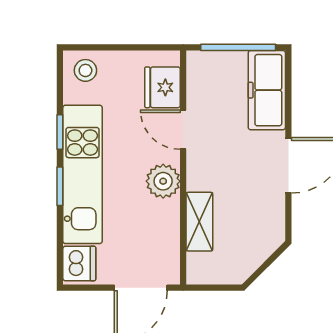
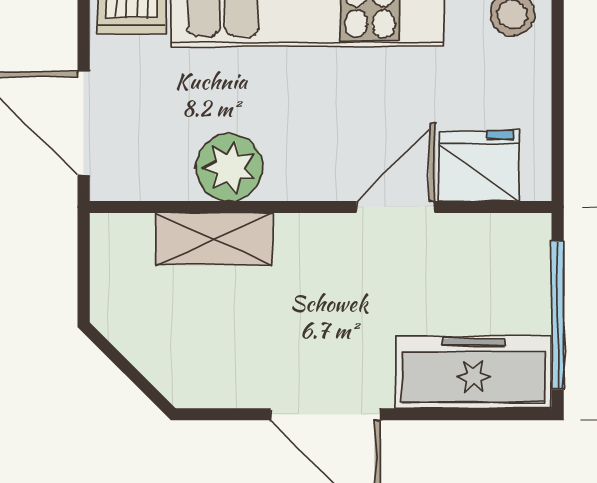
plant: (163, 181) -> (229, 167), moved

